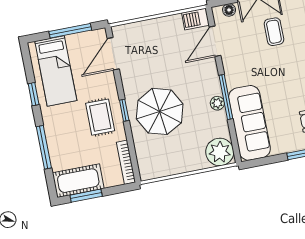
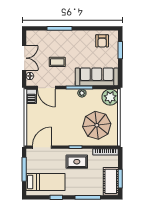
coffee table: (274, 32) -> (57, 62), moved
door: (113, 54) -> (42, 147), swing flipped
parasol: (160, 111) -> (97, 125), moved

